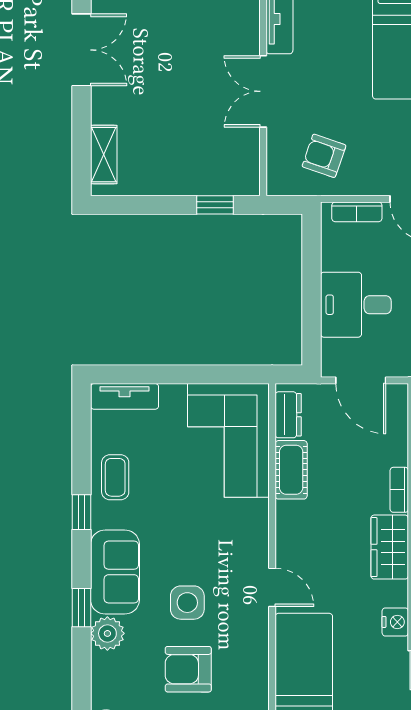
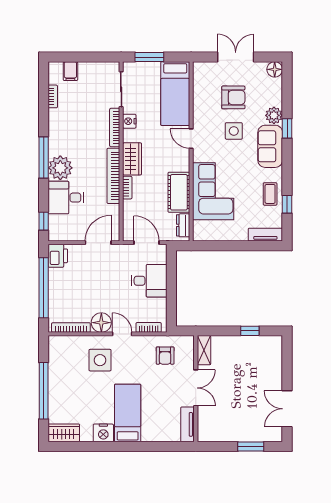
shelving: (104, 155) -> (204, 350), moved
armchair: (324, 156) -> (165, 356), turned 71
window: (215, 205) -> (250, 331), moved
corner sofa: (228, 440) -> (213, 191), moved
cot: (291, 470) -> (179, 192), width x1.37, depth x1.34
window: (81, 512) -> (287, 204), moved

